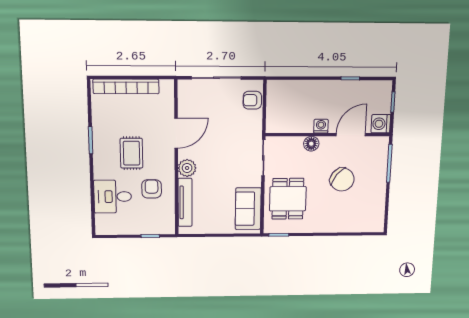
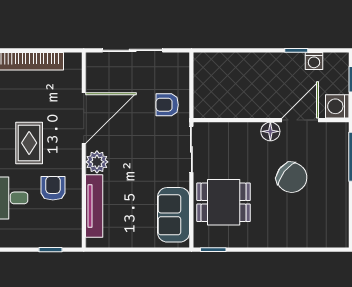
armchair: (252, 100) -> (167, 105), moved
washing machine: (321, 126) -> (314, 61), moved, turned 180
door: (176, 133) -> (84, 118), width x1.36
floor lamp: (311, 144) -> (270, 131), moved
dining table: (288, 199) -> (224, 202), turned 90

